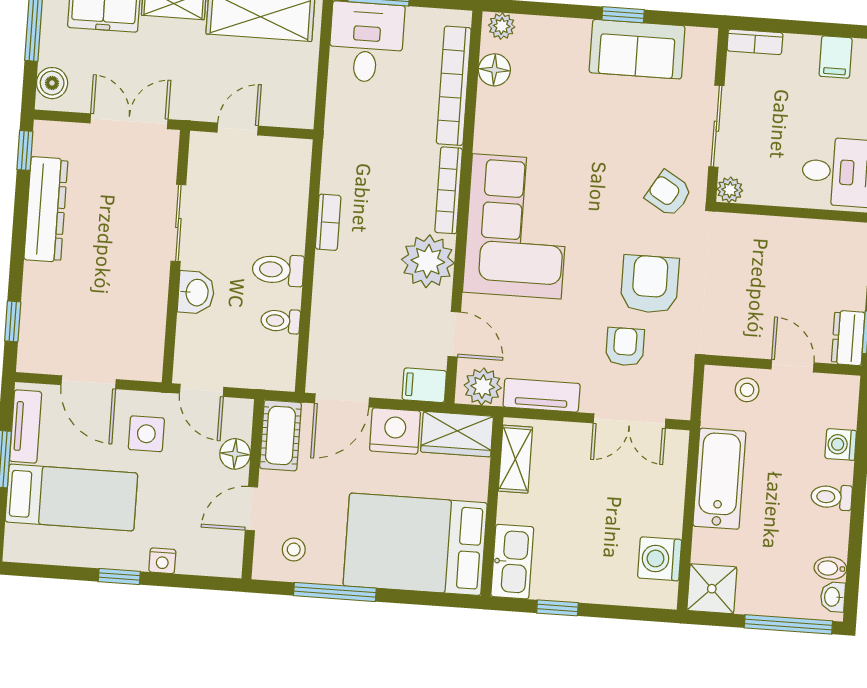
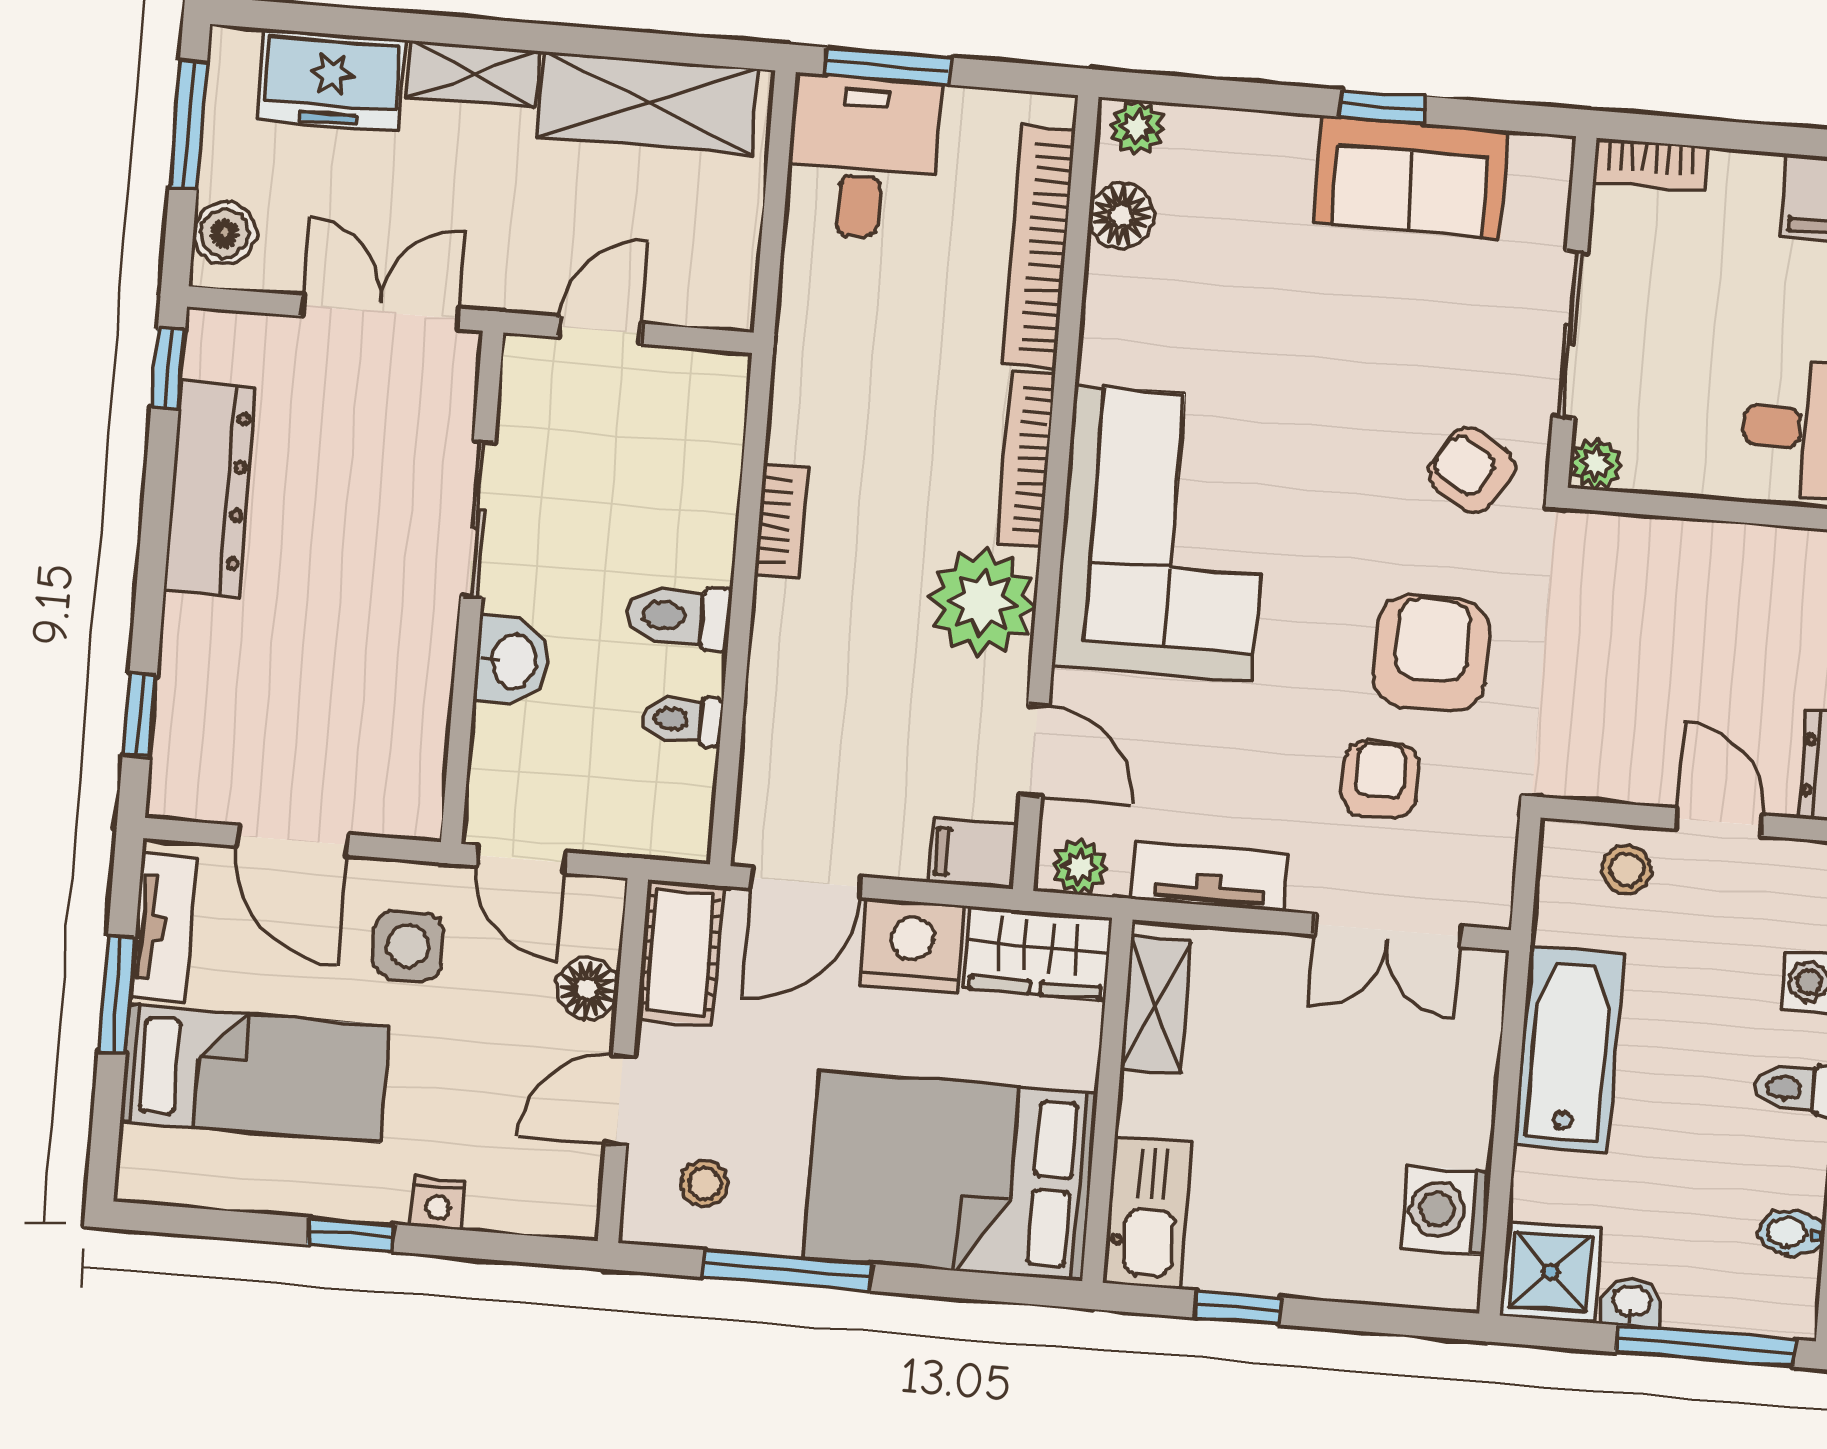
plant: (483, 387) -> (1080, 867), width x0.73, depth x0.73
washbasin: (833, 597) -> (1632, 1302), moved, turned 90

